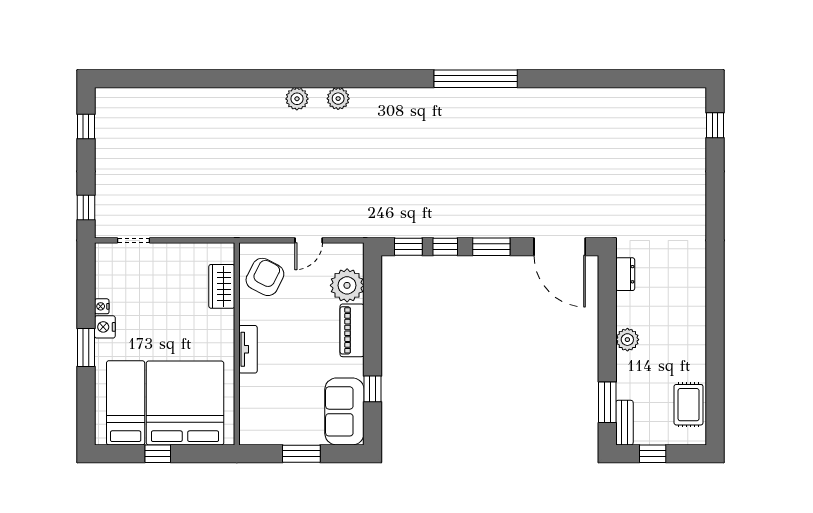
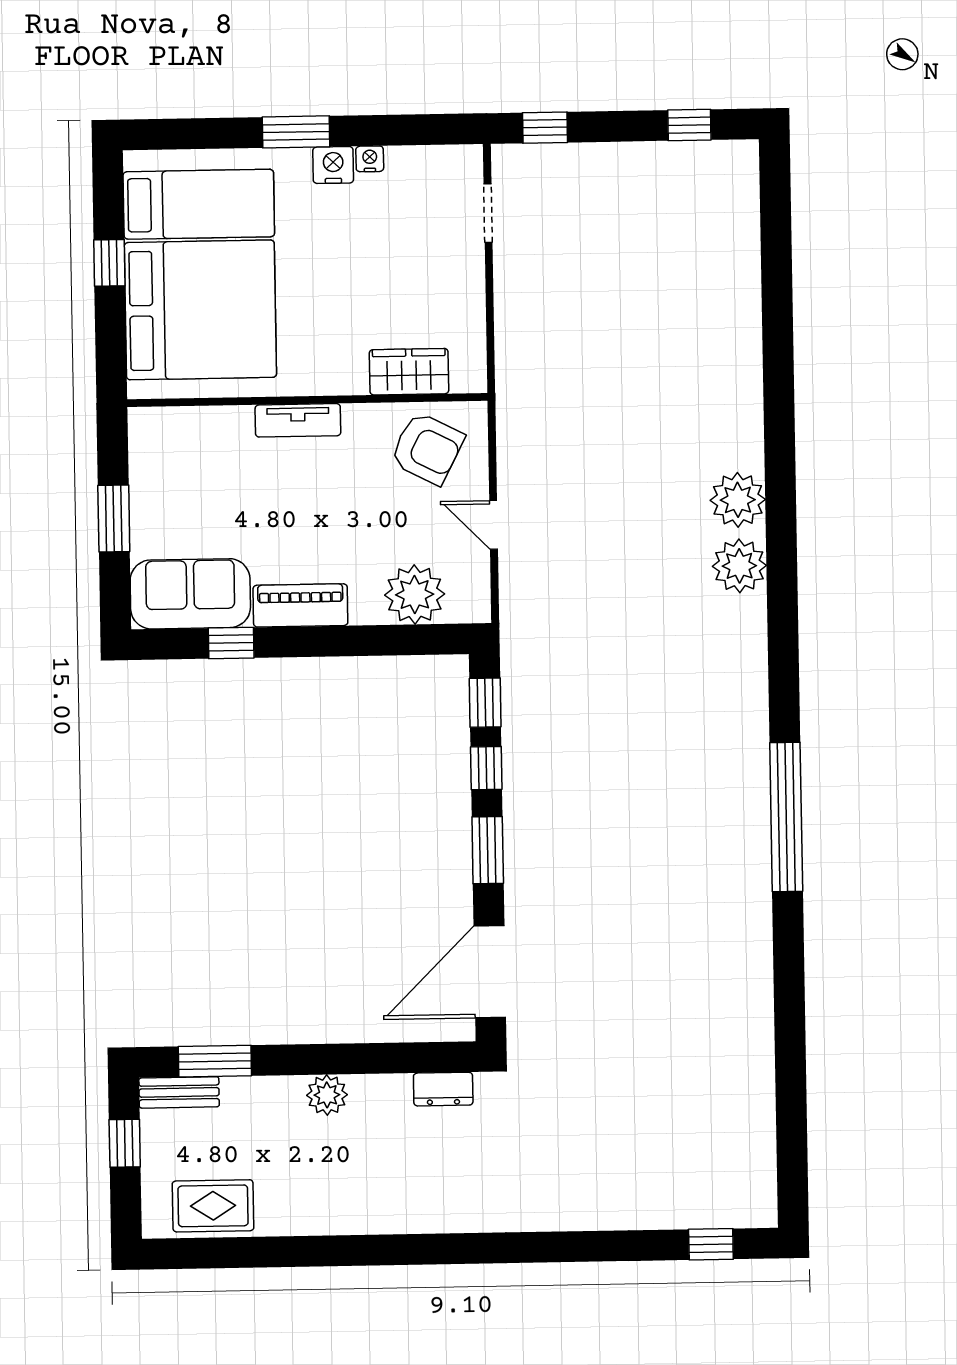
plant: (297, 99) -> (738, 500), width x1.36, depth x1.36
plant: (338, 99) -> (739, 566), width x1.36, depth x1.36
piano: (352, 330) -> (300, 605), moved

